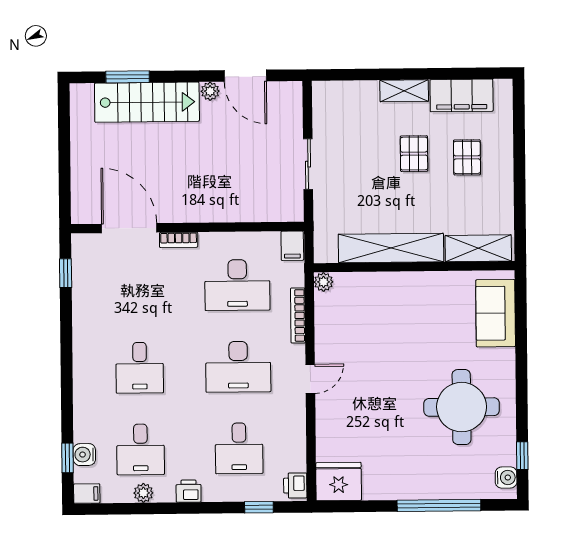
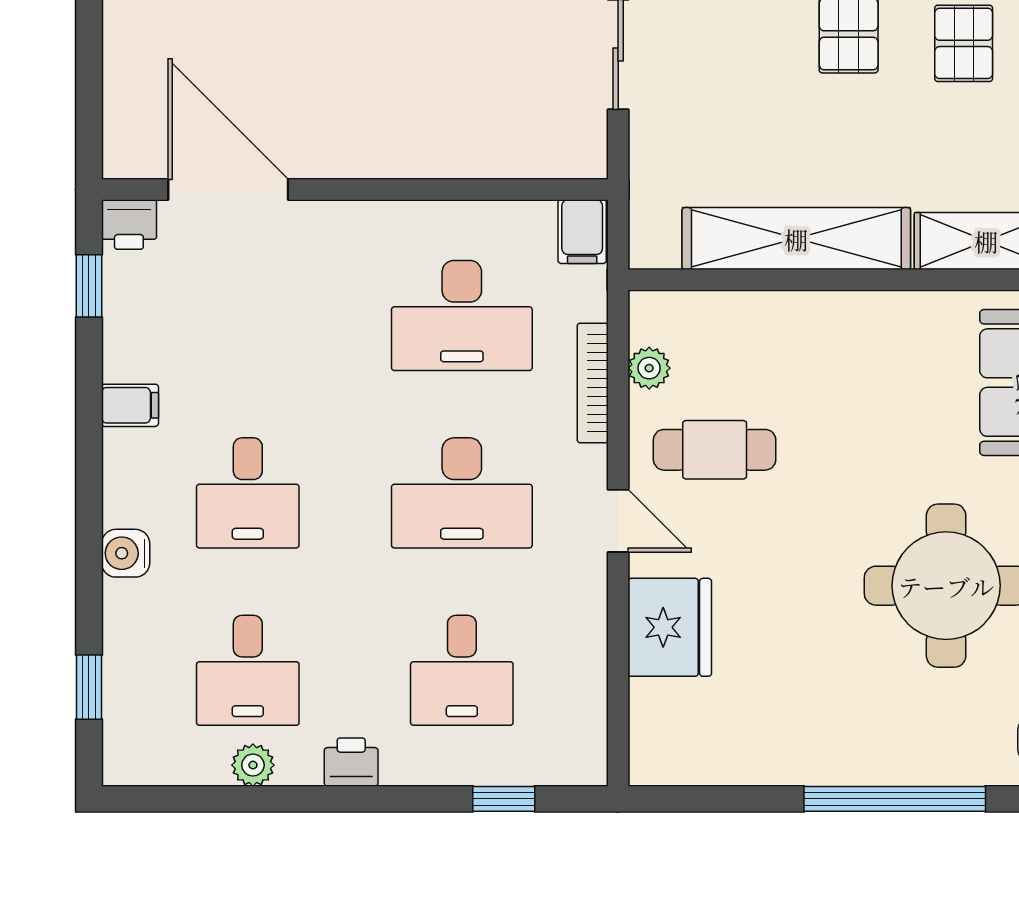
bookcase: (179, 240) -> (335, 216), removed
plant: (324, 282) -> (649, 368), moved
cafe table: (354, 346) -> (715, 450), added
door: (310, 379) -> (618, 521), hinge flipped
water cooler: (84, 455) -> (126, 553), moved
fridge: (339, 482) -> (670, 627), moved, turned 90
printer: (295, 485) -> (129, 224), moved, turned -90
filing cabinet: (87, 494) -> (130, 405), moved

